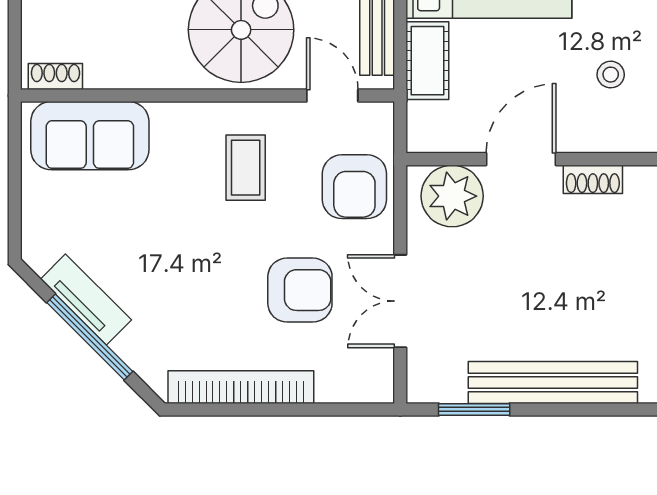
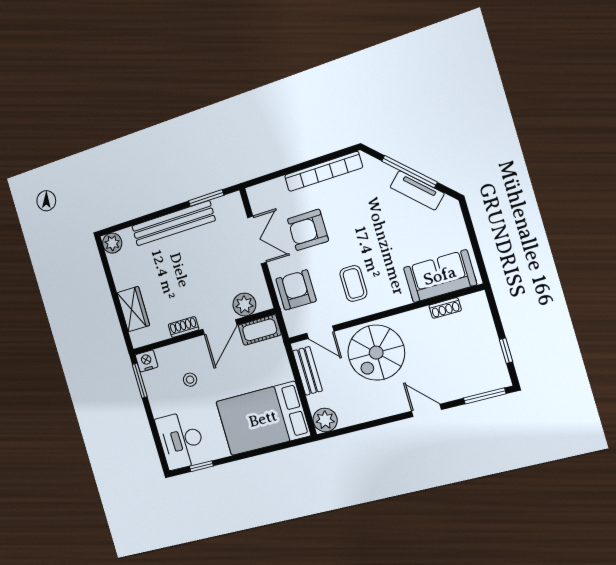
cot: (427, 61) -> (260, 330), moved, turned 90
shoe rack: (55, 76) -> (445, 308), moved
plant: (452, 196) -> (244, 305), width x0.73, depth x0.73

